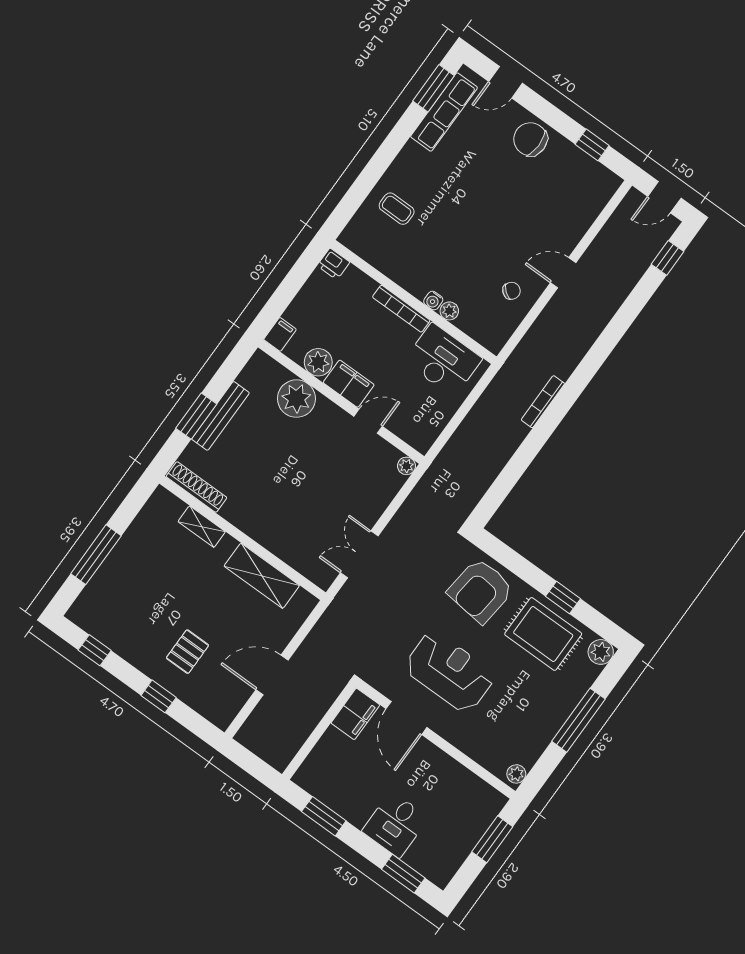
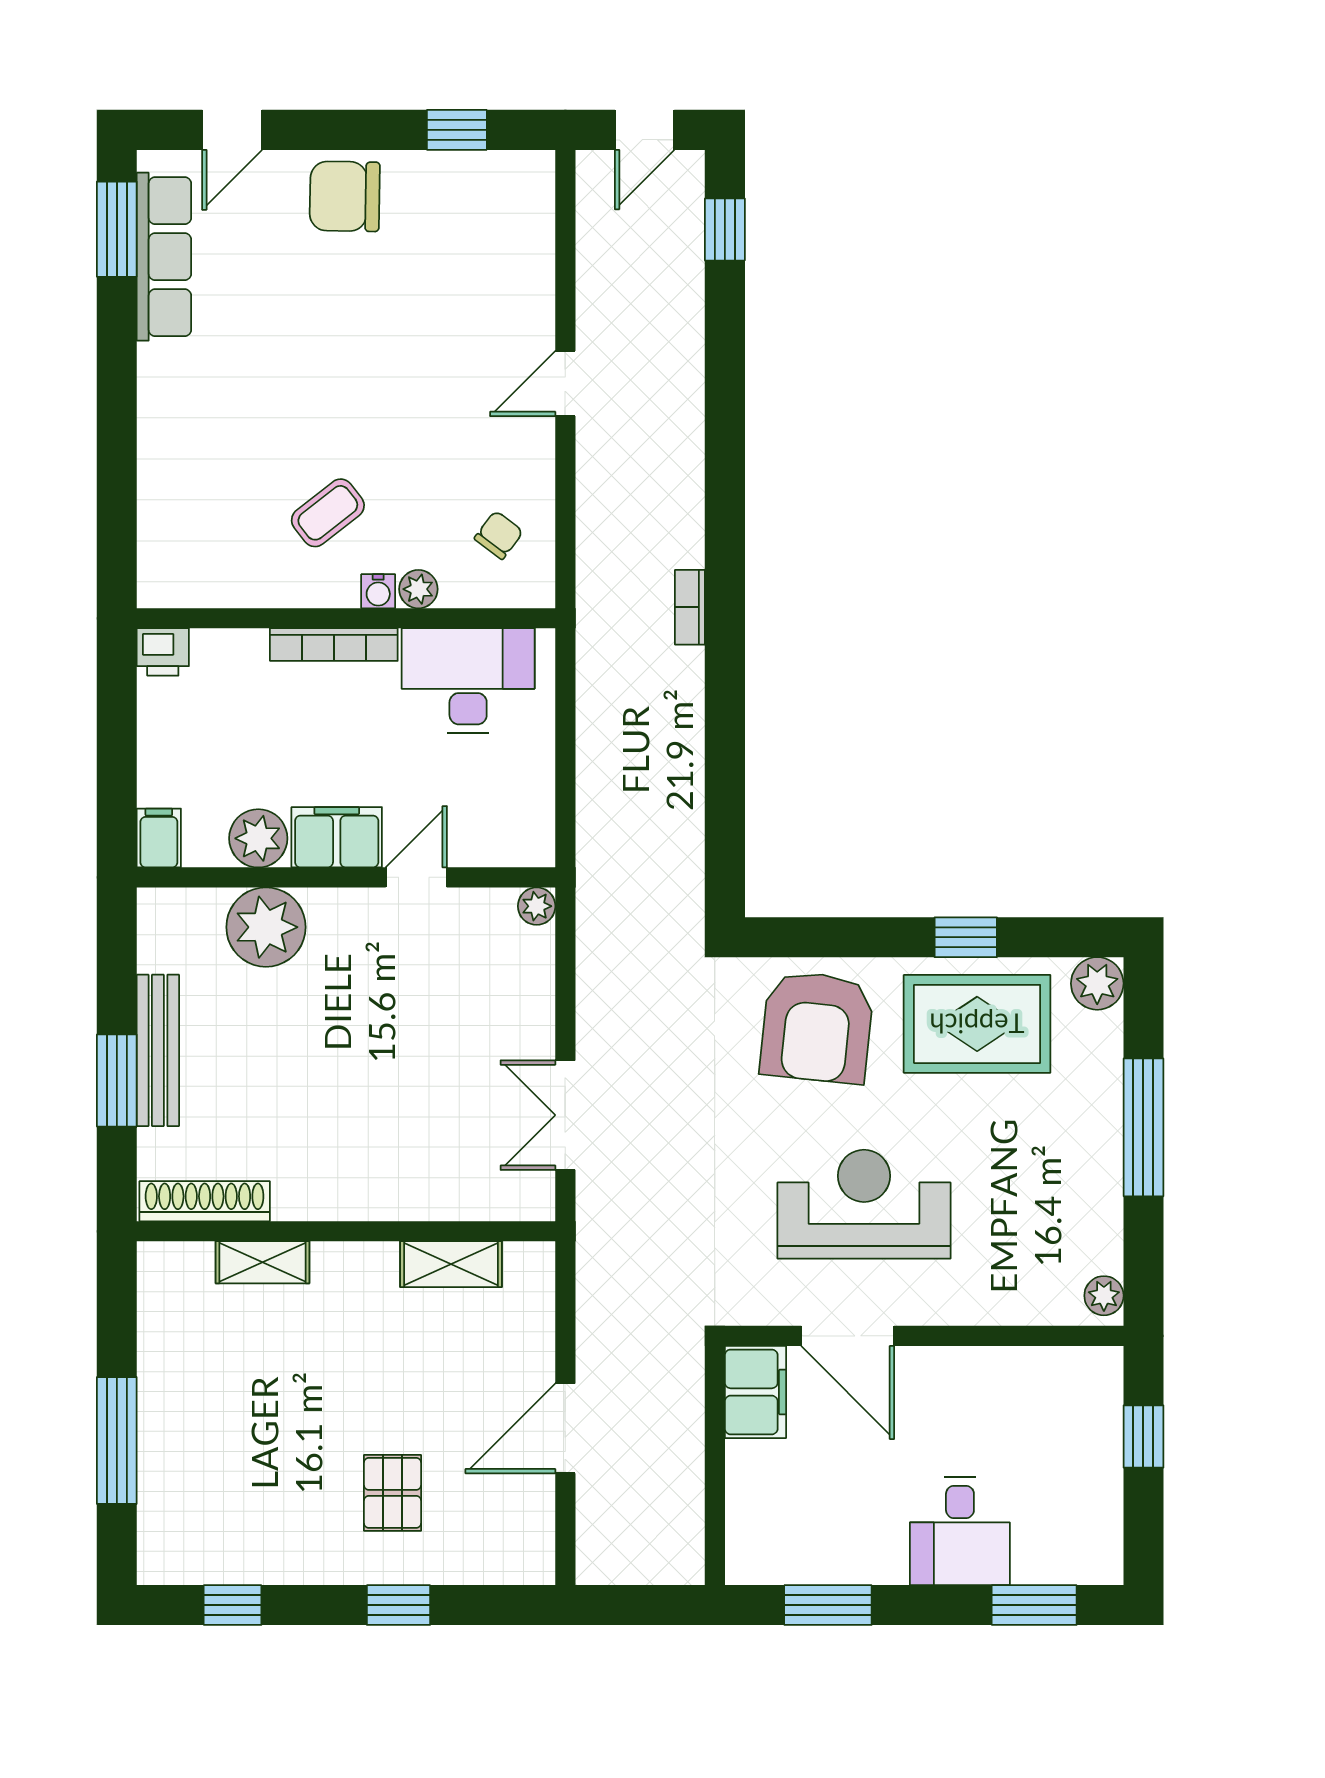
coffee table: (397, 209) -> (328, 513), moved, turned -38
chair: (511, 291) -> (499, 535), moved
bookcase: (543, 402) -> (690, 607), width x0.64
shelving: (262, 576) -> (451, 1264), width x0.67, depth x0.75
window: (492, 839) -> (1143, 1437), width x0.67

